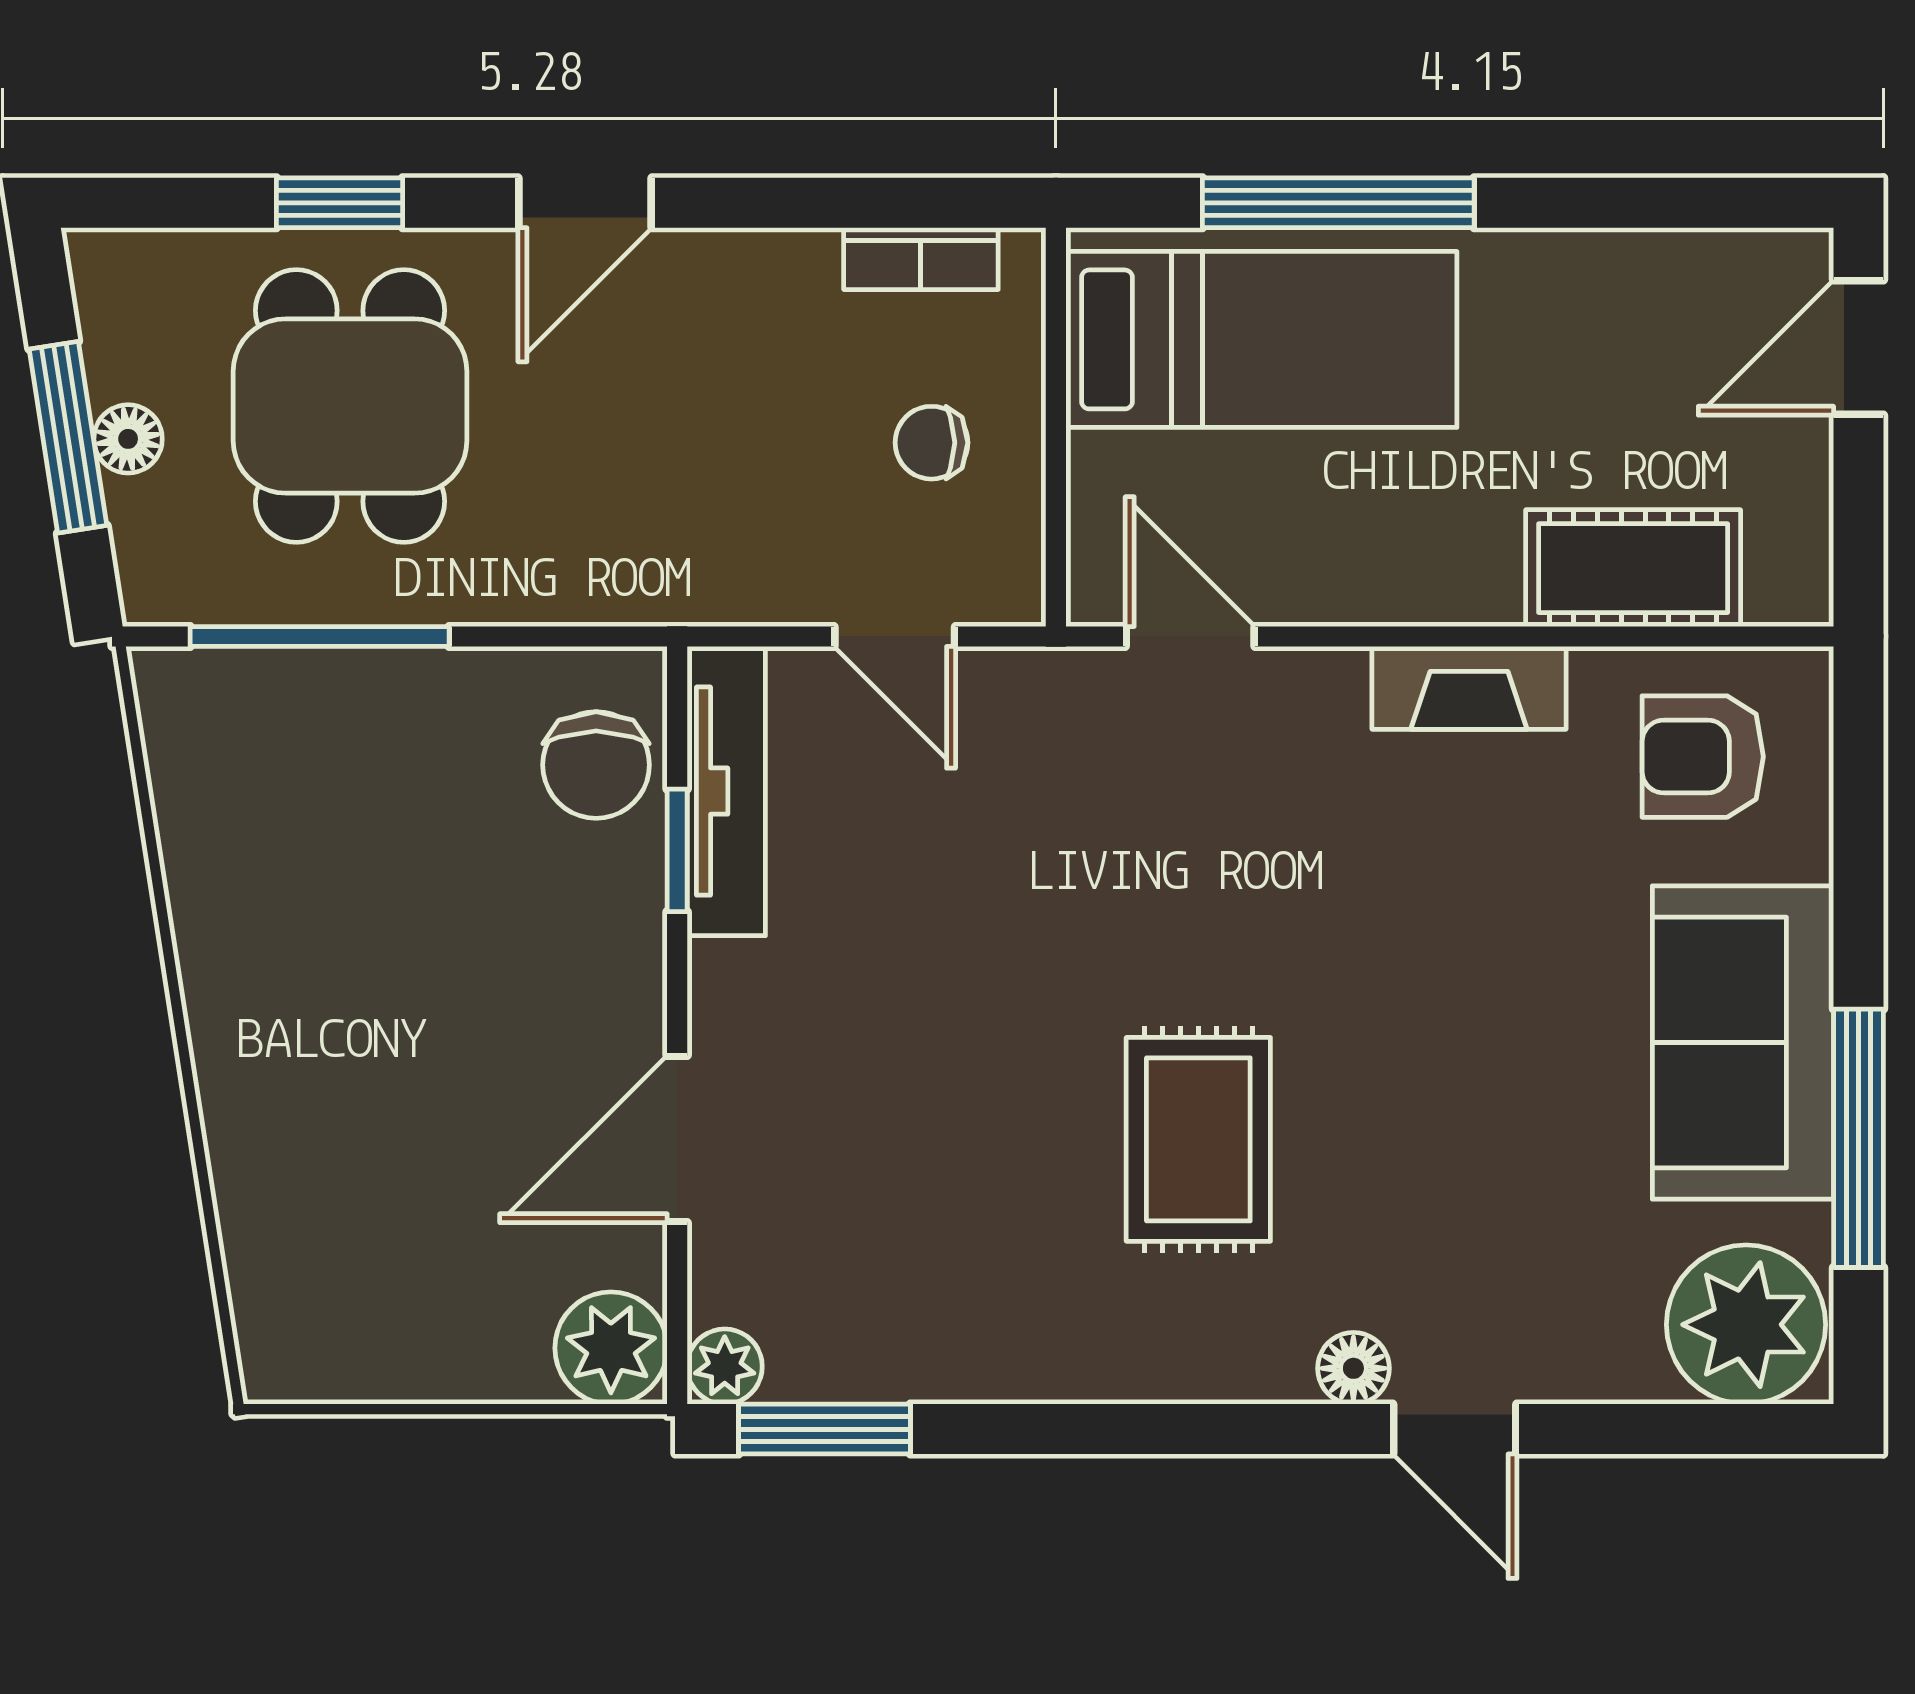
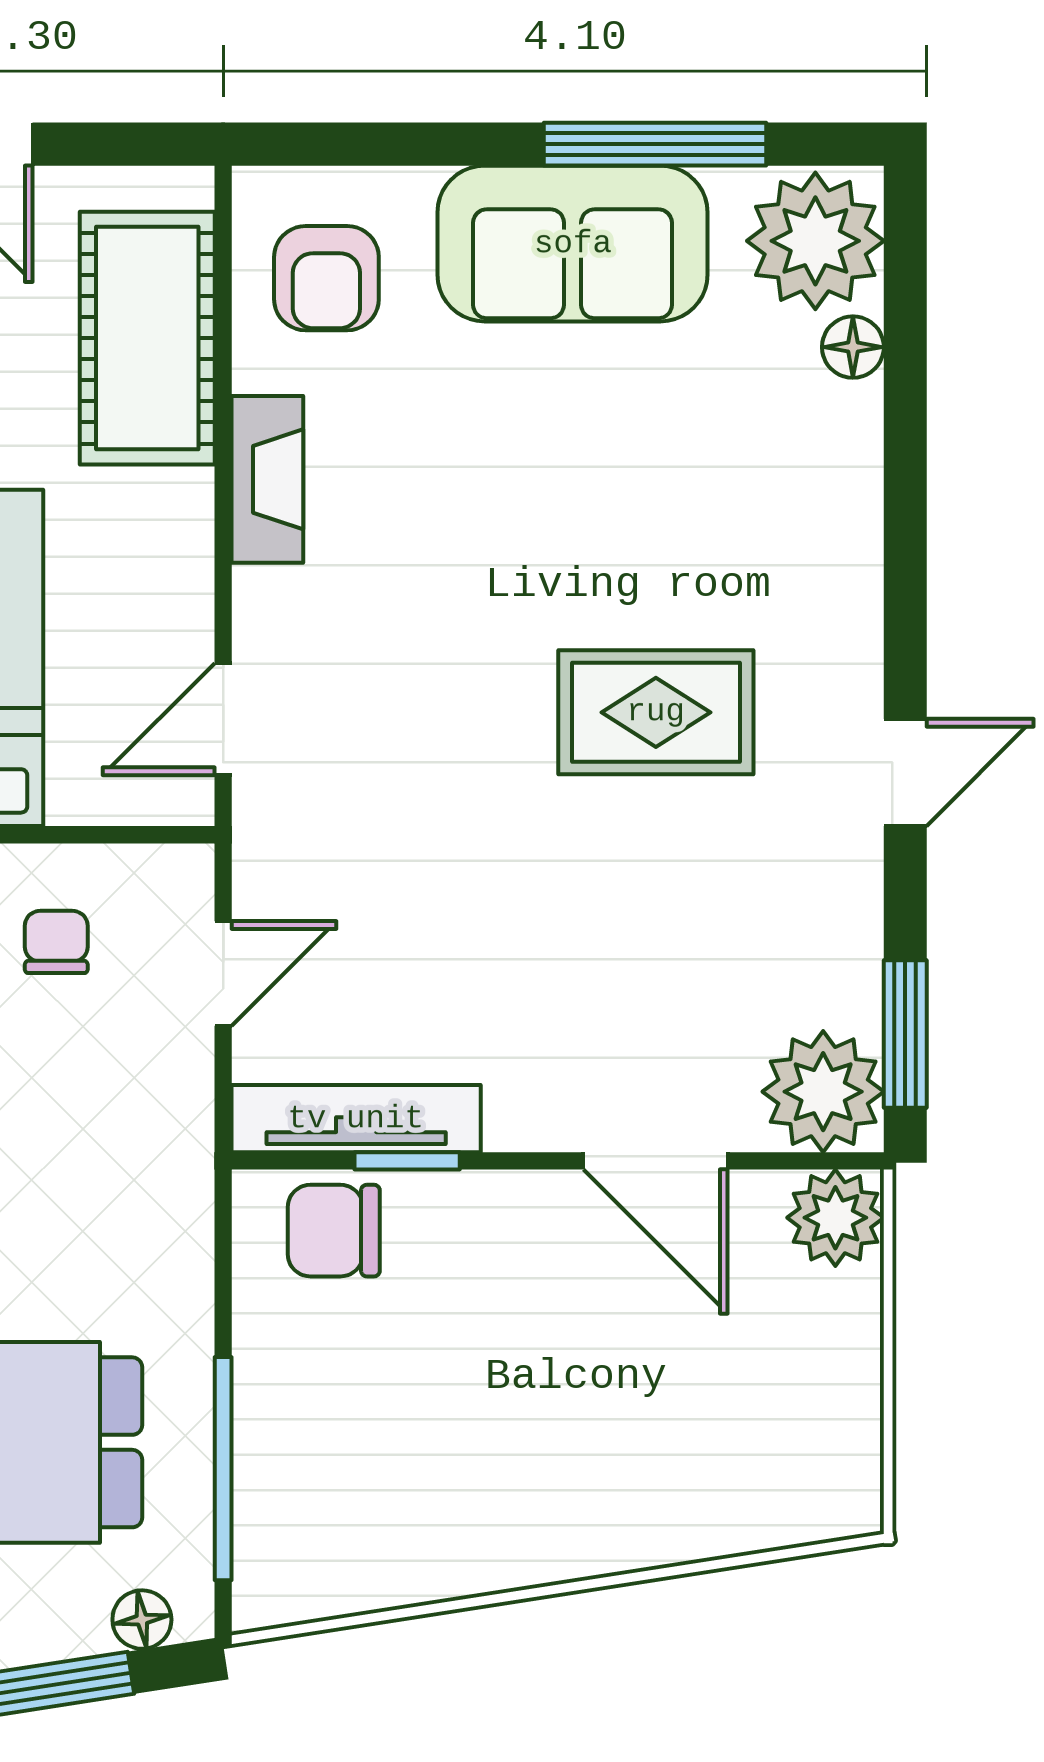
floor lamp: (128, 439) -> (142, 1620), moved
chair: (931, 443) -> (56, 942), turned 180
cot: (1633, 568) -> (147, 338), width x1.37, depth x1.34
chair: (596, 765) -> (334, 1231), turned 180
plant: (725, 1367) -> (823, 1092), width x1.87, depth x1.87
floor lamp: (1353, 1368) -> (853, 347), moved
door: (1455, 1429) -> (905, 773), moved

